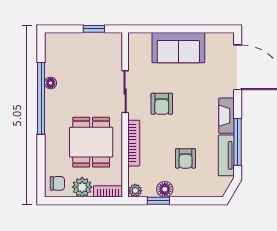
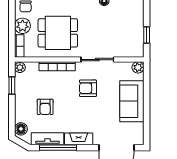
plant: (135, 40) -> (138, 67), added
armchair: (186, 158) -> (45, 107), turned -90
floor lamp: (165, 189) -> (21, 129), moved

